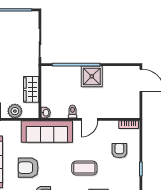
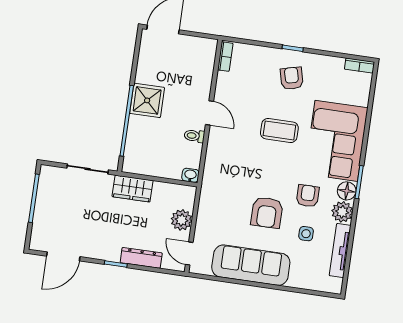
wardrobe: (31, 89) -> (133, 189), moved
sofa: (47, 132) -> (218, 178), removed
armchair: (119, 151) -> (292, 78), moved, turned 76
coffee table: (84, 168) -> (279, 130), turned 90

